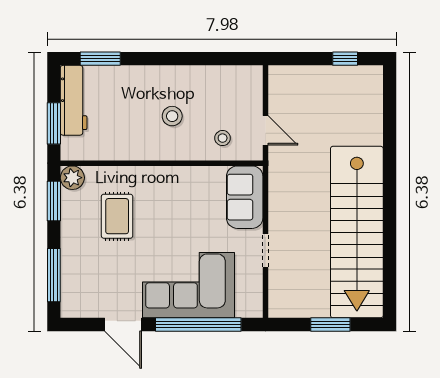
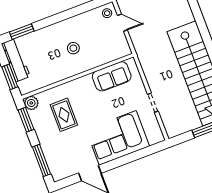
door: (265, 130) -> (122, 23), moved
stool: (223, 138) -> (107, 13), moved
sofa: (245, 197) -> (112, 76), moved, turned -90
window: (198, 324) -> (131, 157), removed

